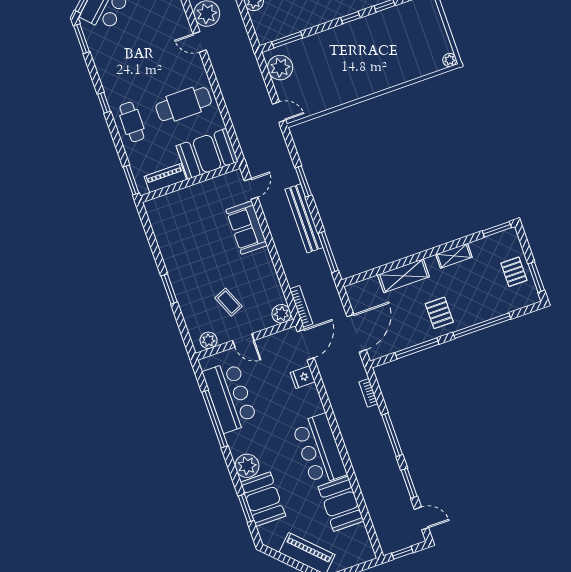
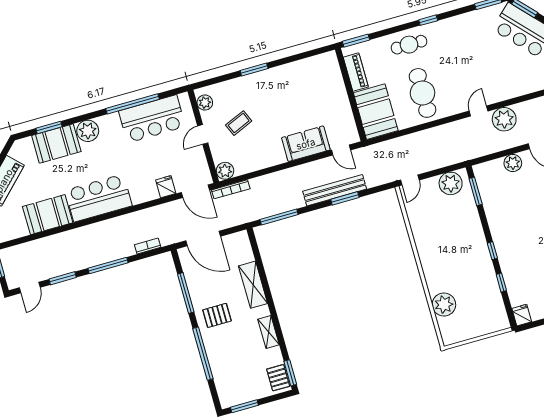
plant: (450, 60) -> (444, 305), moved, width x1.87, depth x1.87
bench: (304, 218) -> (335, 190), moved
pallet: (514, 272) -> (278, 378), moved, turned 90

